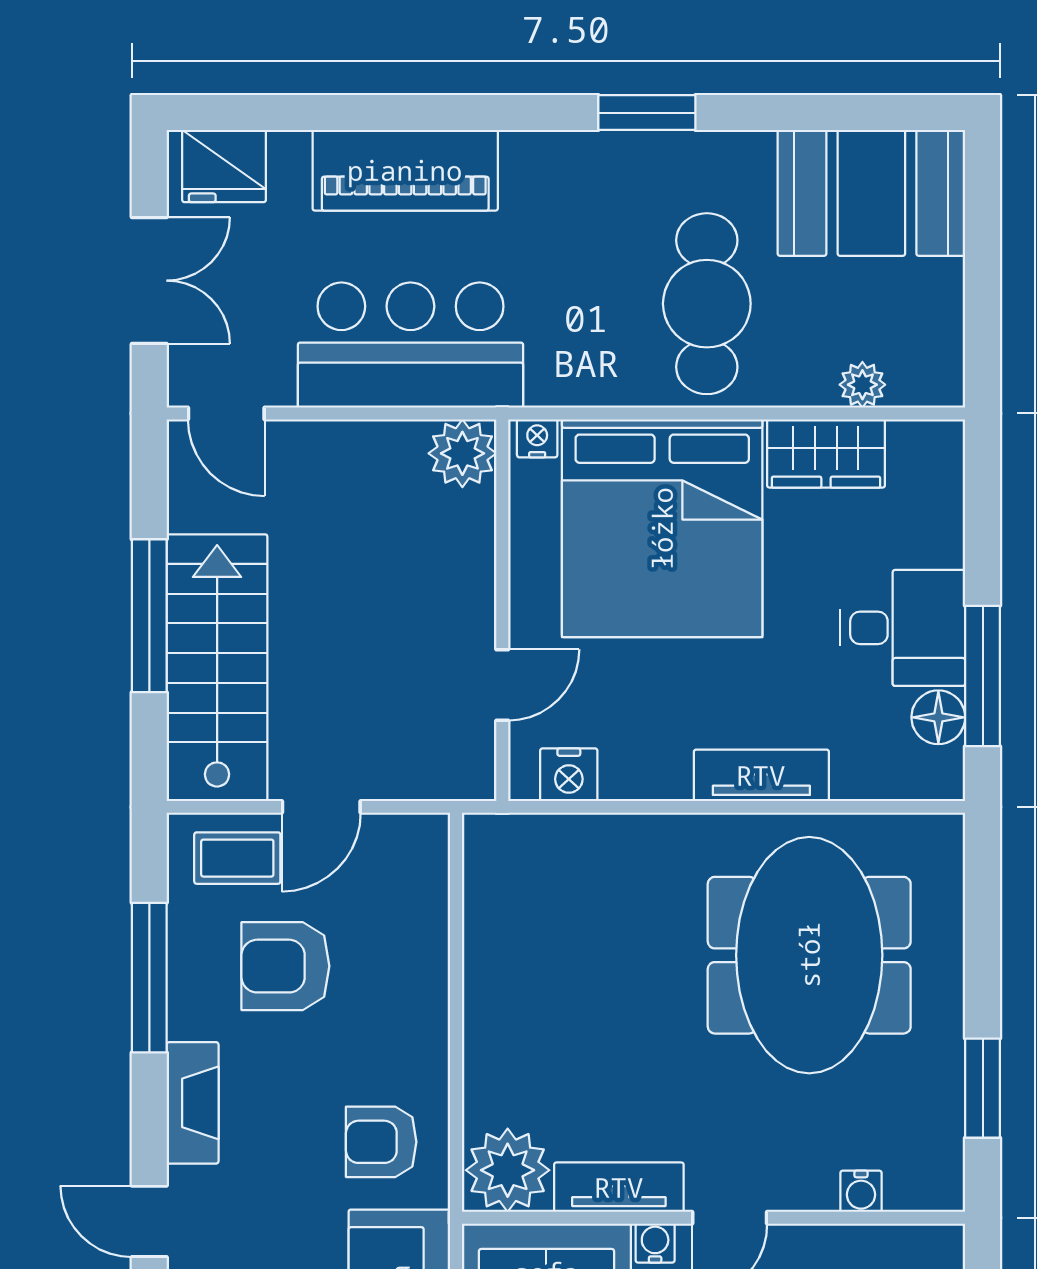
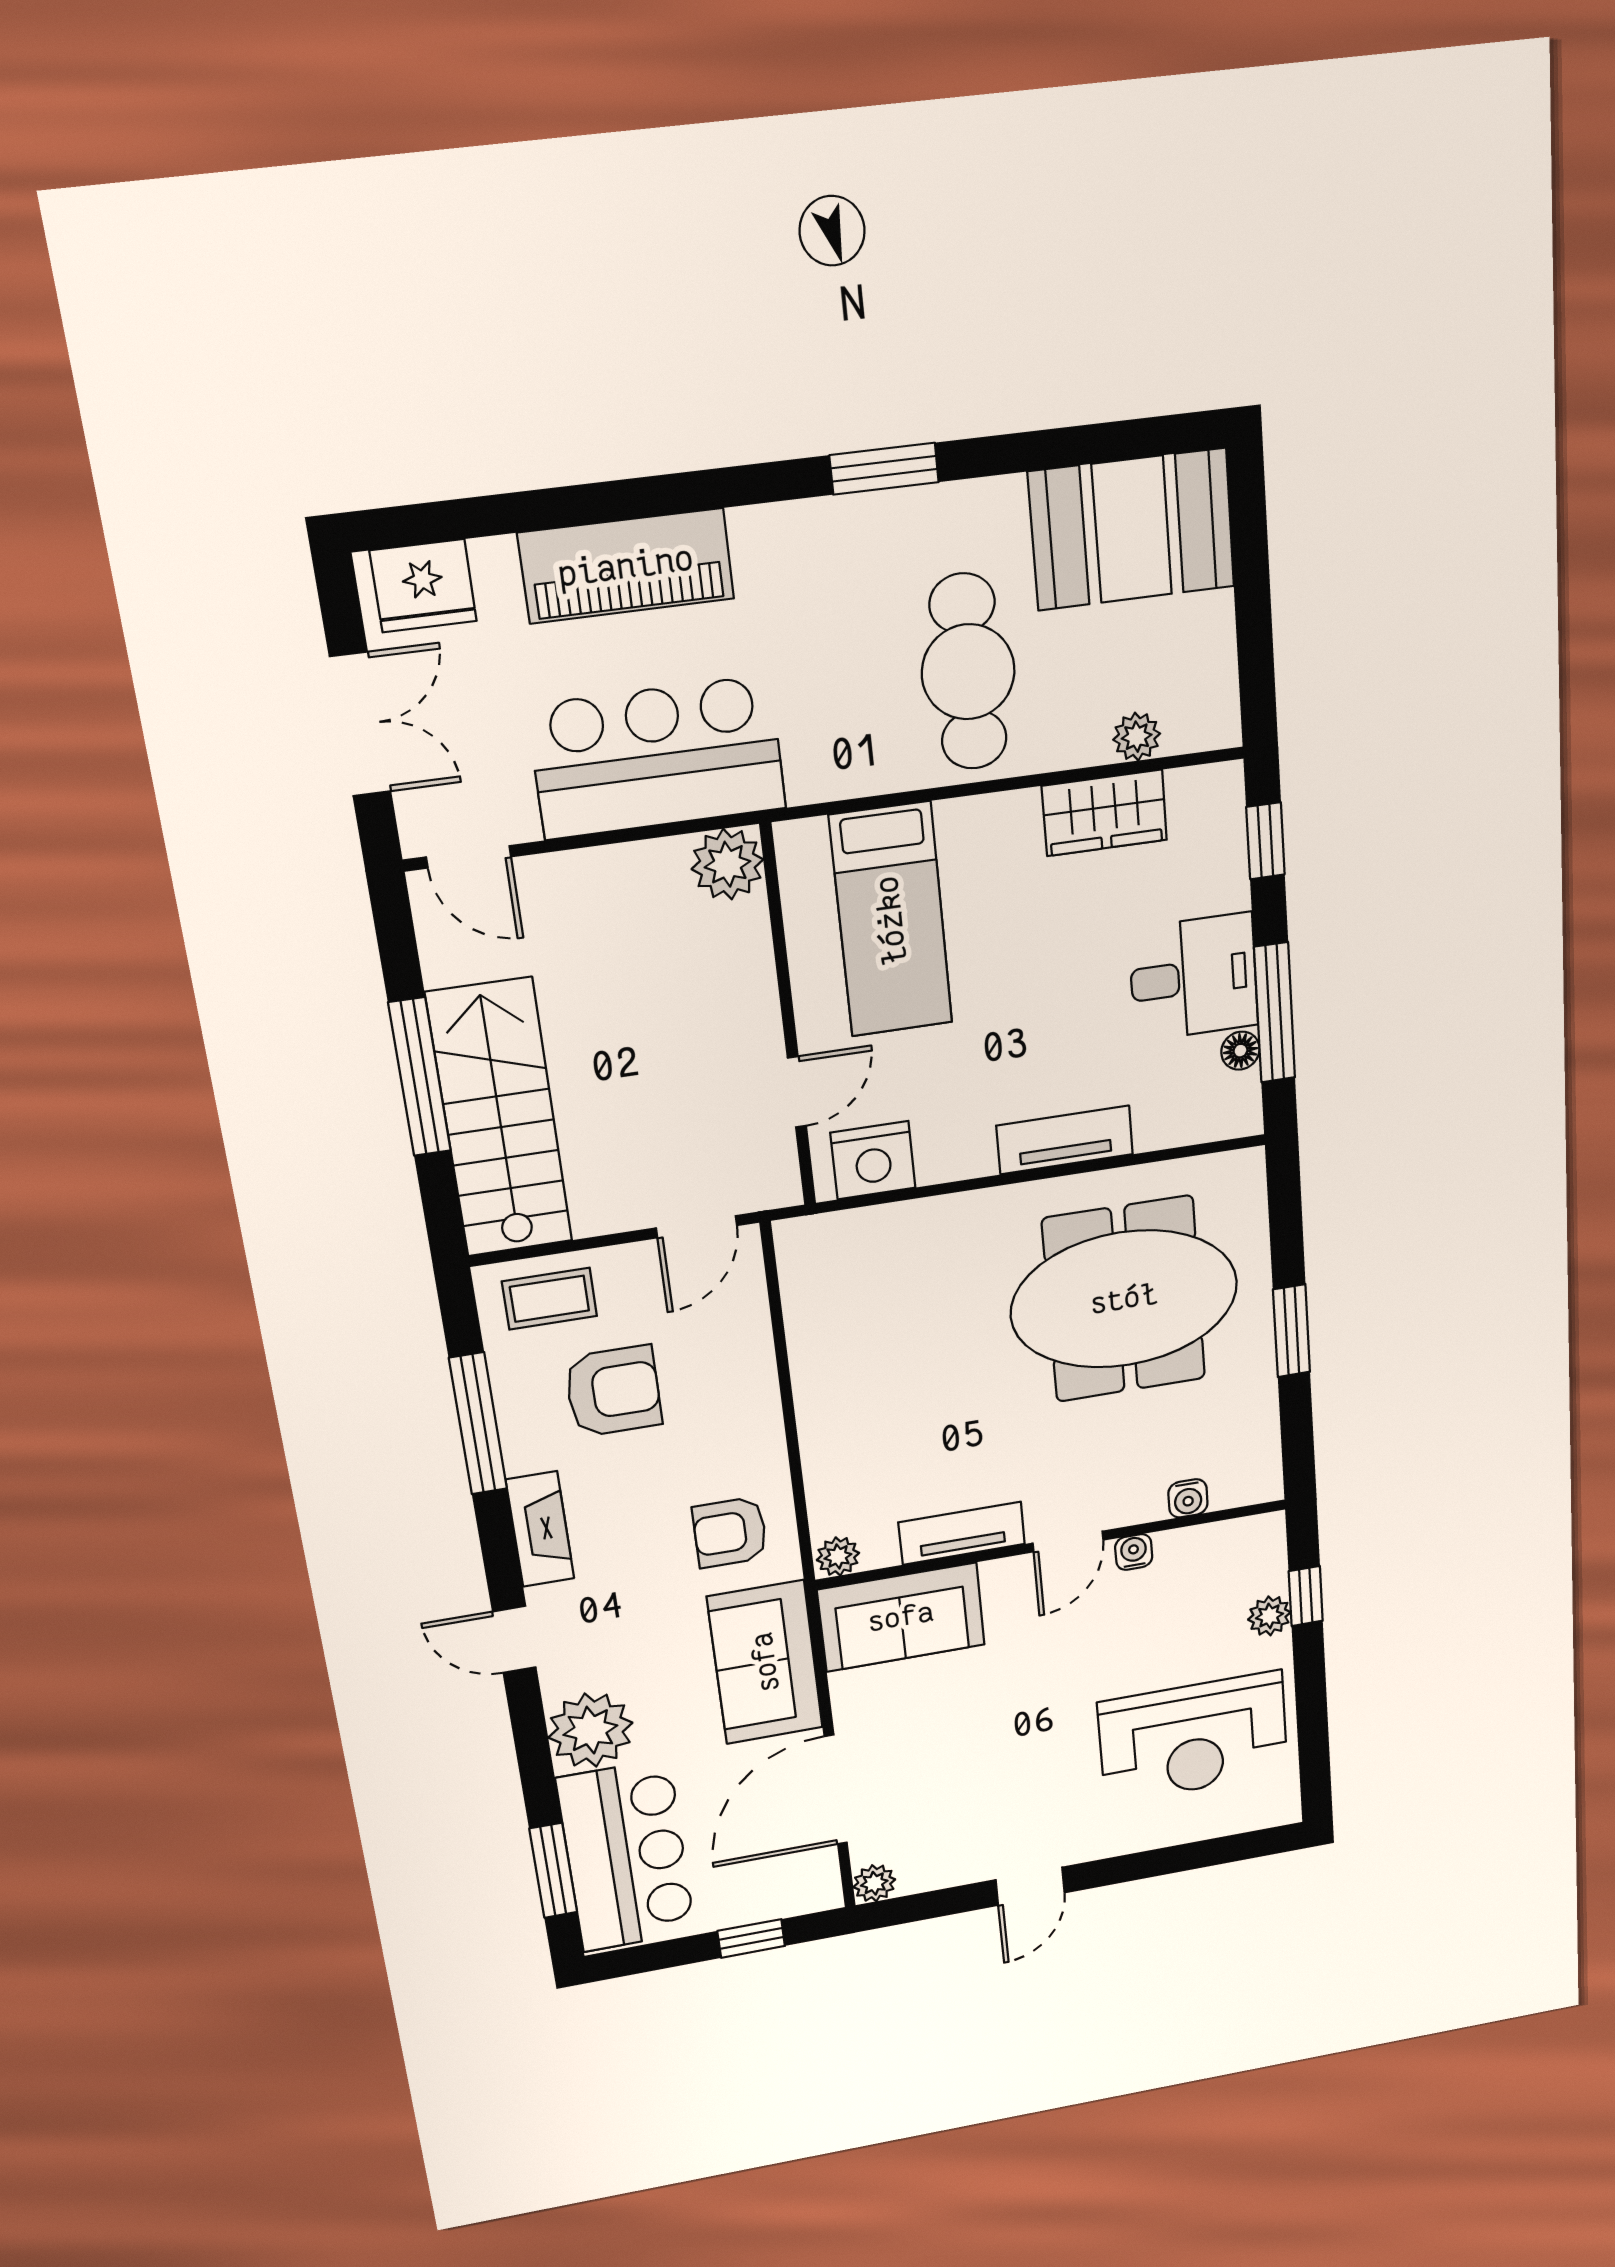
nightstand: (537, 438) -> (804, 838), removed
window: (983, 502) -> (1265, 841), added
bed: (662, 528) -> (891, 920), width x0.49
floor lamp: (938, 717) -> (1240, 1051), width x0.73, depth x0.73
nightstand: (569, 775) -> (873, 1160), width x1.36, depth x1.33
door: (321, 807) -> (697, 1227), moved
meeting table: (809, 955) -> (1124, 1299), turned 90
armchair: (285, 966) -> (613, 1391), turned 180
window: (983, 1088) -> (1292, 1331), moved
plant: (508, 1170) -> (838, 1556), width x0.53, depth x0.53
water cooler: (655, 1243) -> (1134, 1552), moved

